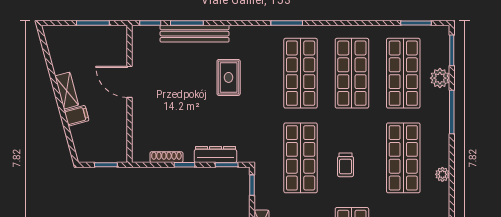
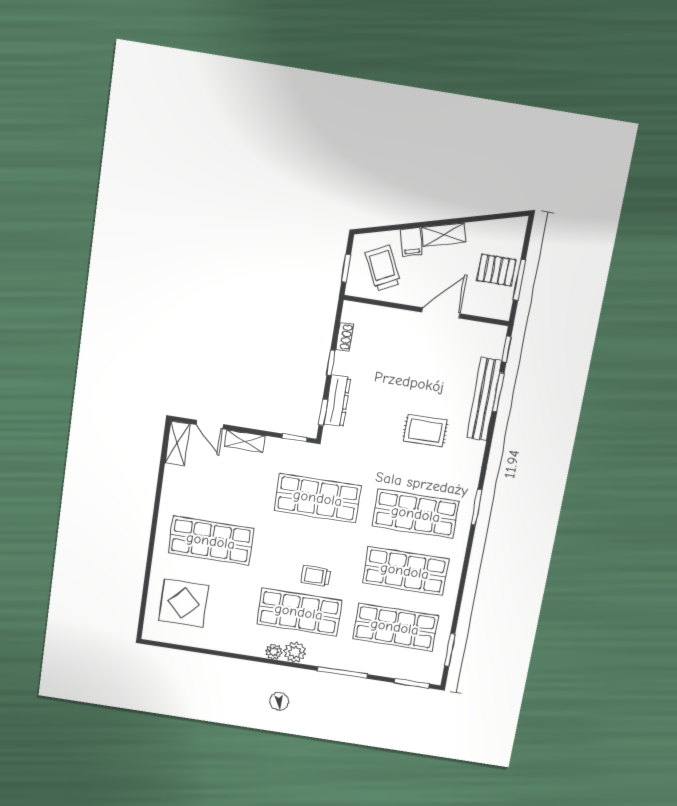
pallet: (88, 43) -> (496, 270), added
plant: (440, 78) -> (295, 652), moved
trolley: (101, 135) -> (383, 268), added
shoe rack: (166, 157) -> (344, 337), width x0.70
trolley: (346, 165) -> (316, 576), moved

